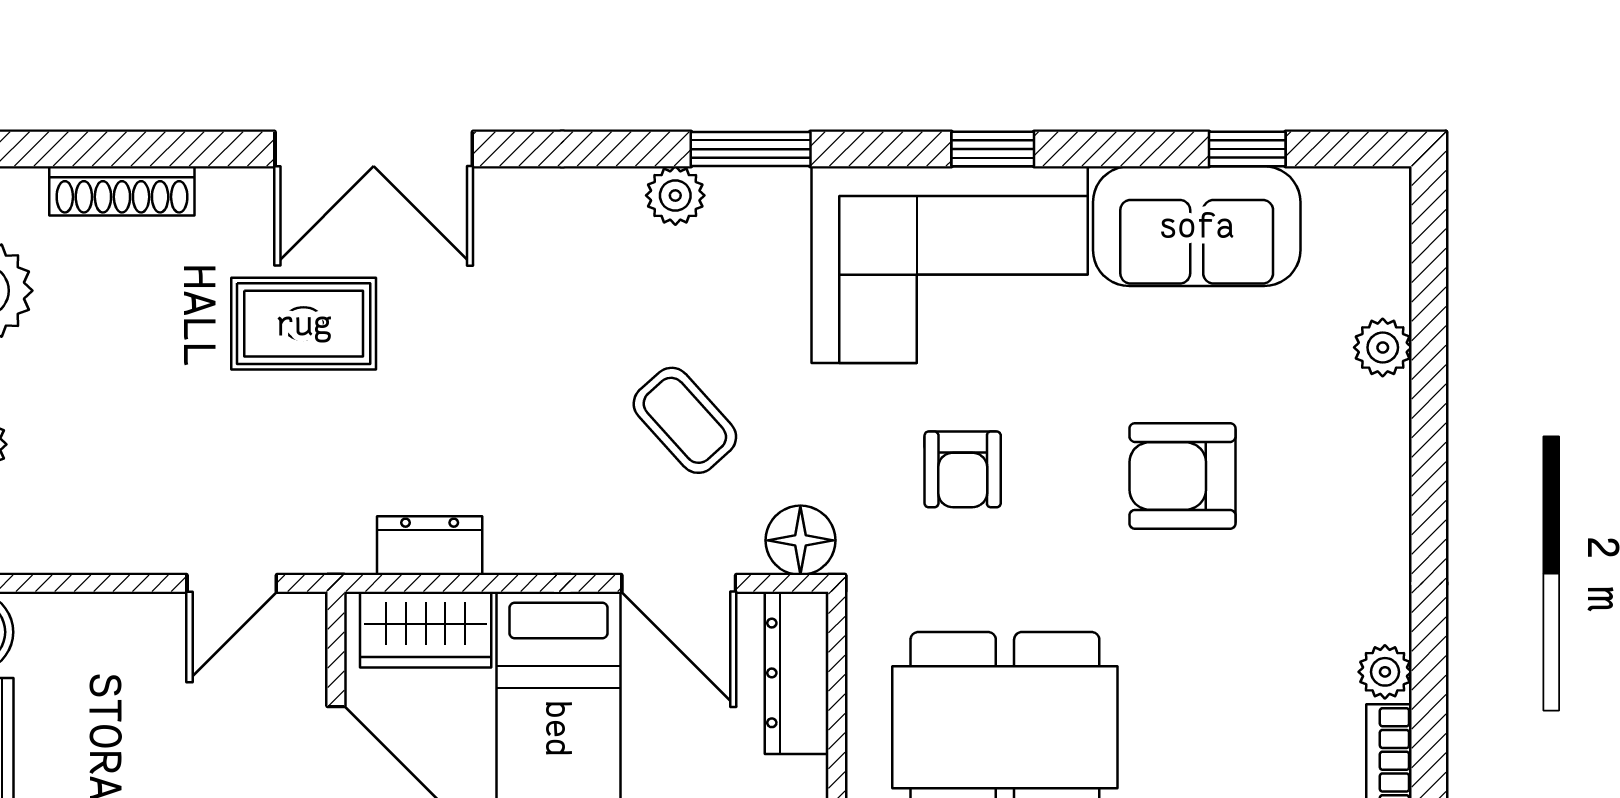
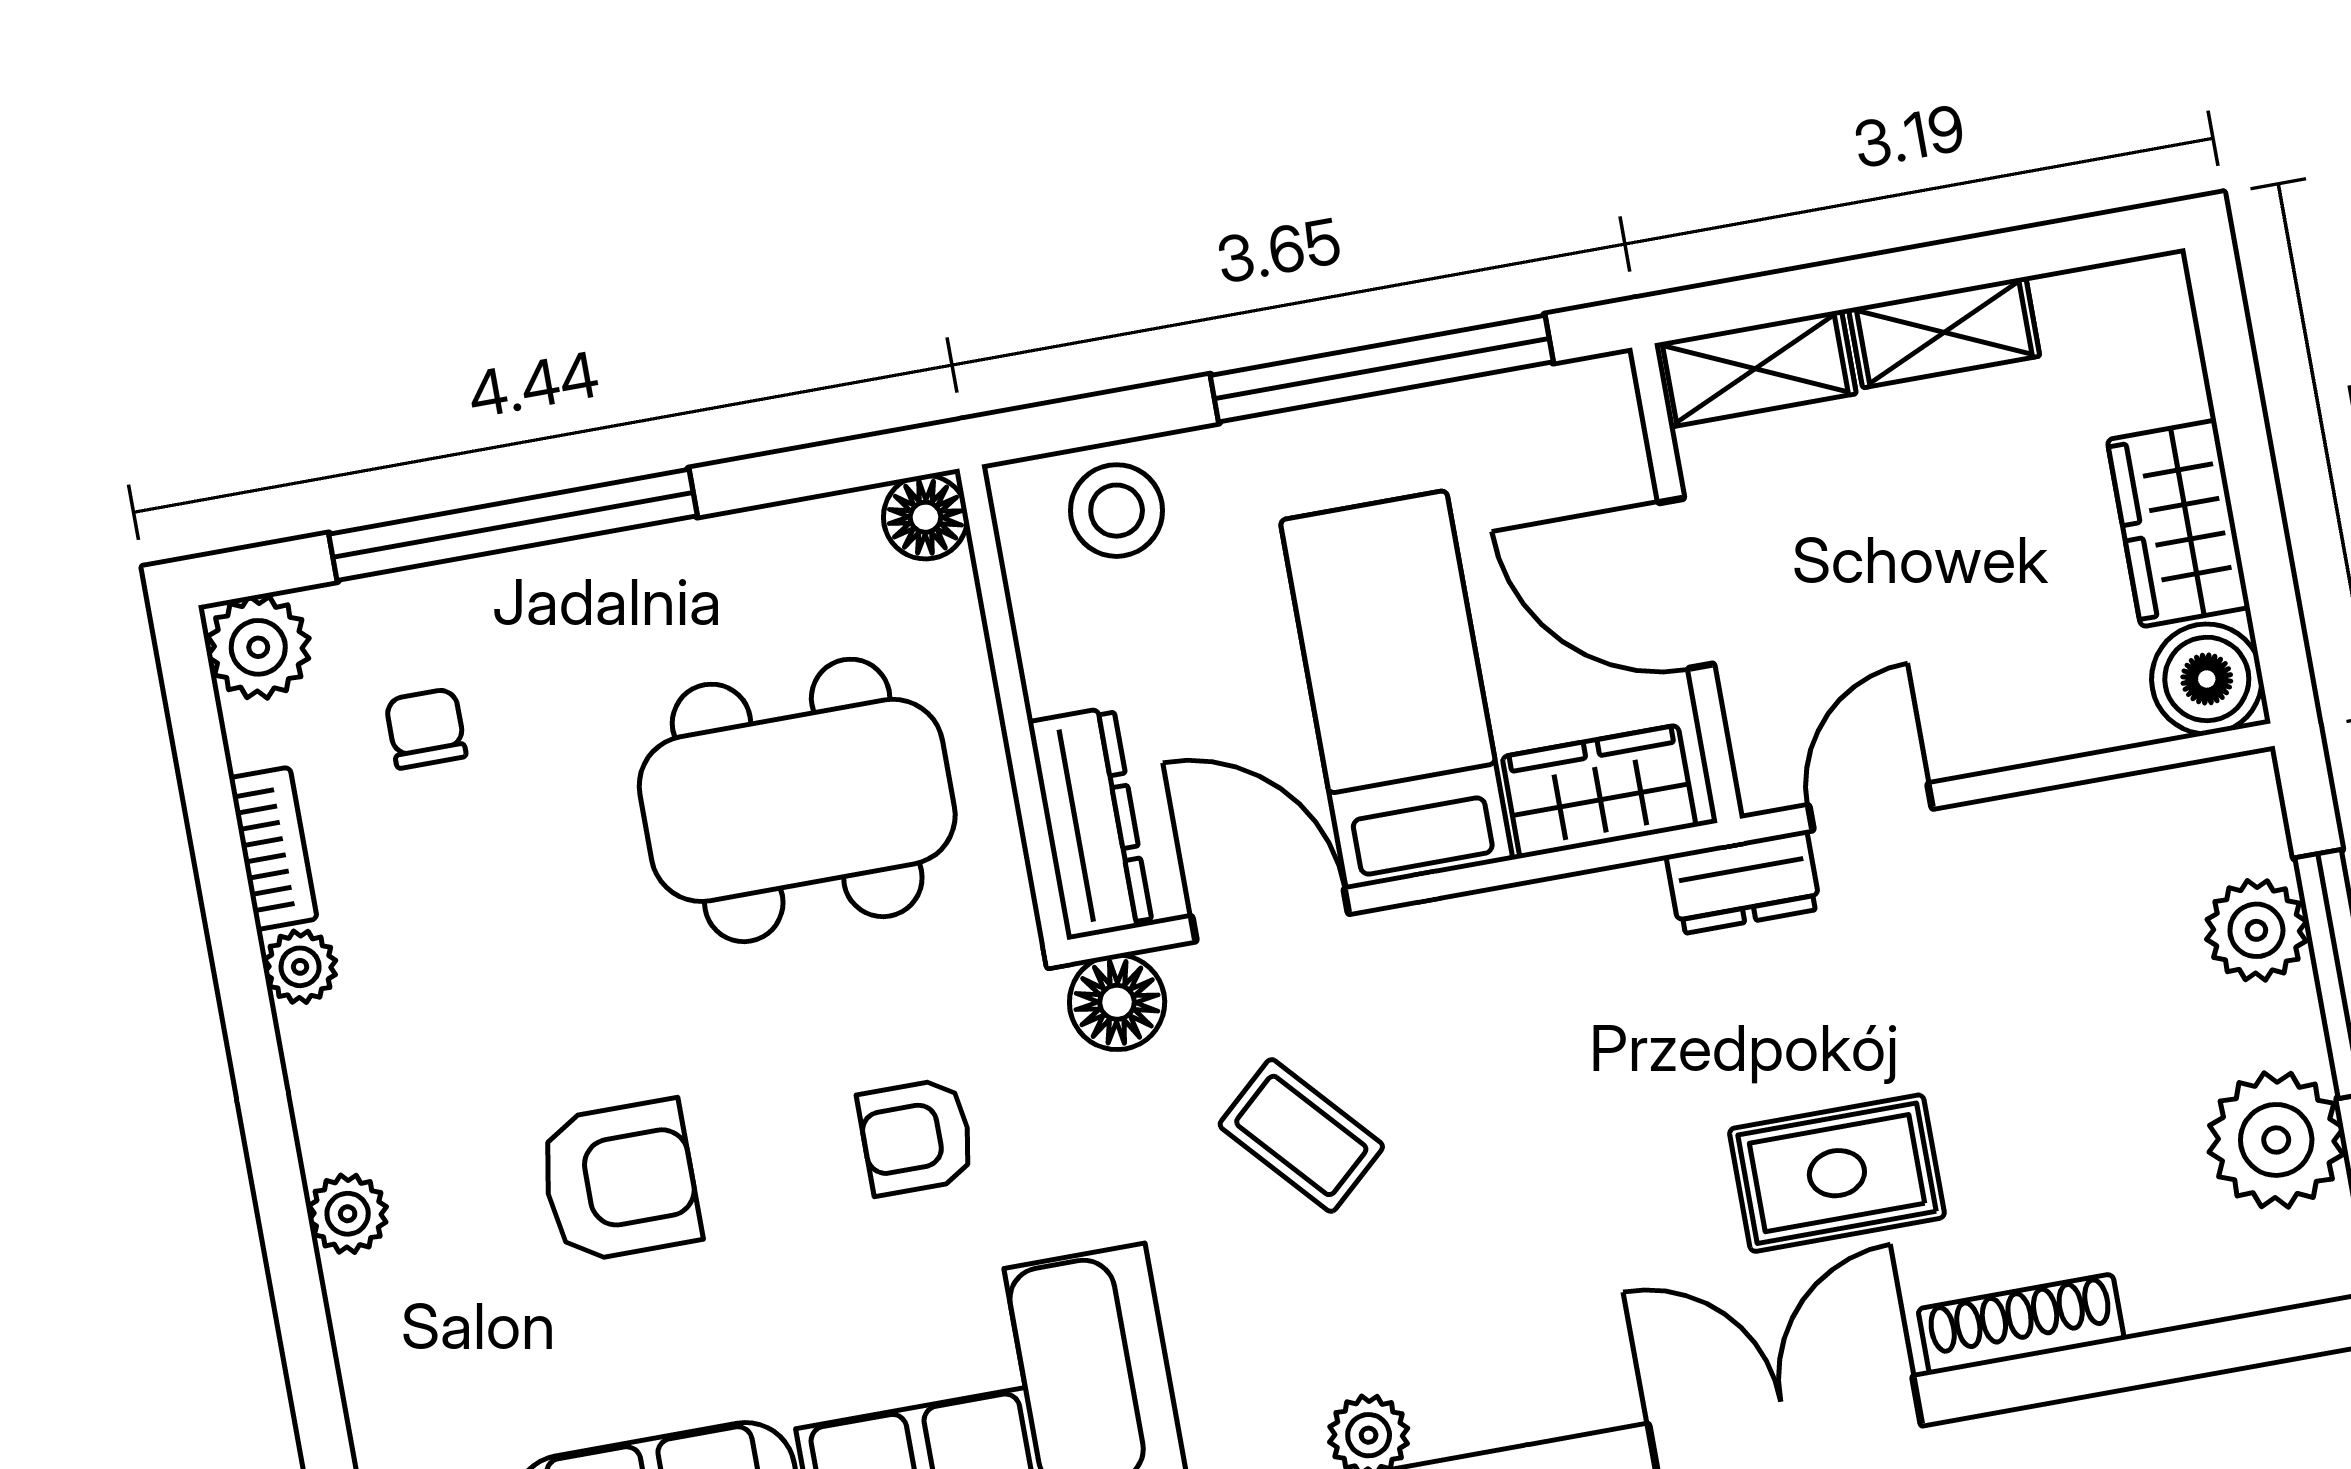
shoe rack: (122, 191) -> (2021, 1324), moved
plant: (1383, 347) -> (348, 1214), moved
armchair: (963, 469) -> (916, 1137), turned -90
dresser: (430, 546) -> (1743, 882), moved

